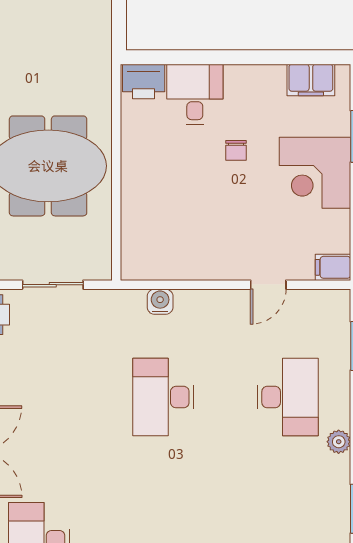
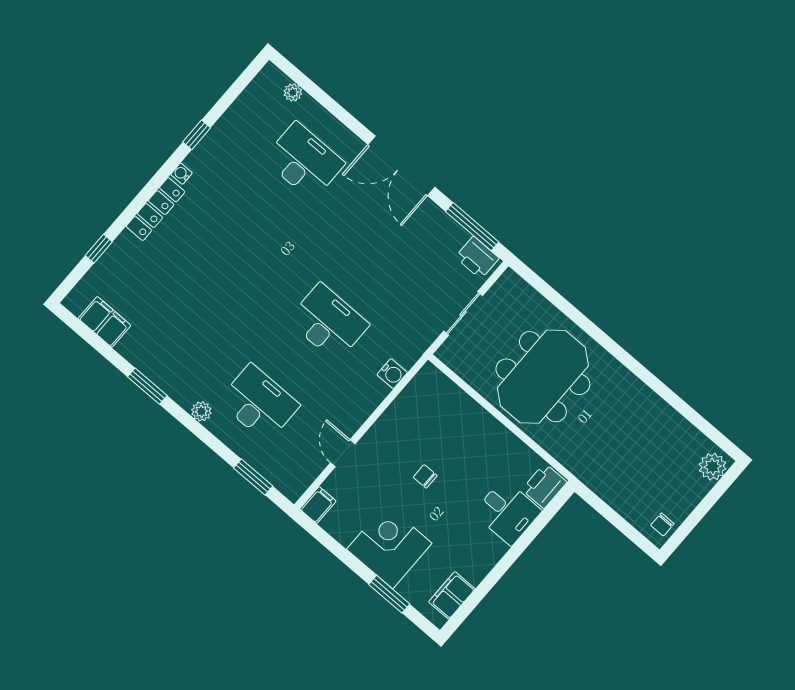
chair: (236, 150) -> (425, 476), moved
desk: (288, 397) -> (259, 403), turned 180

